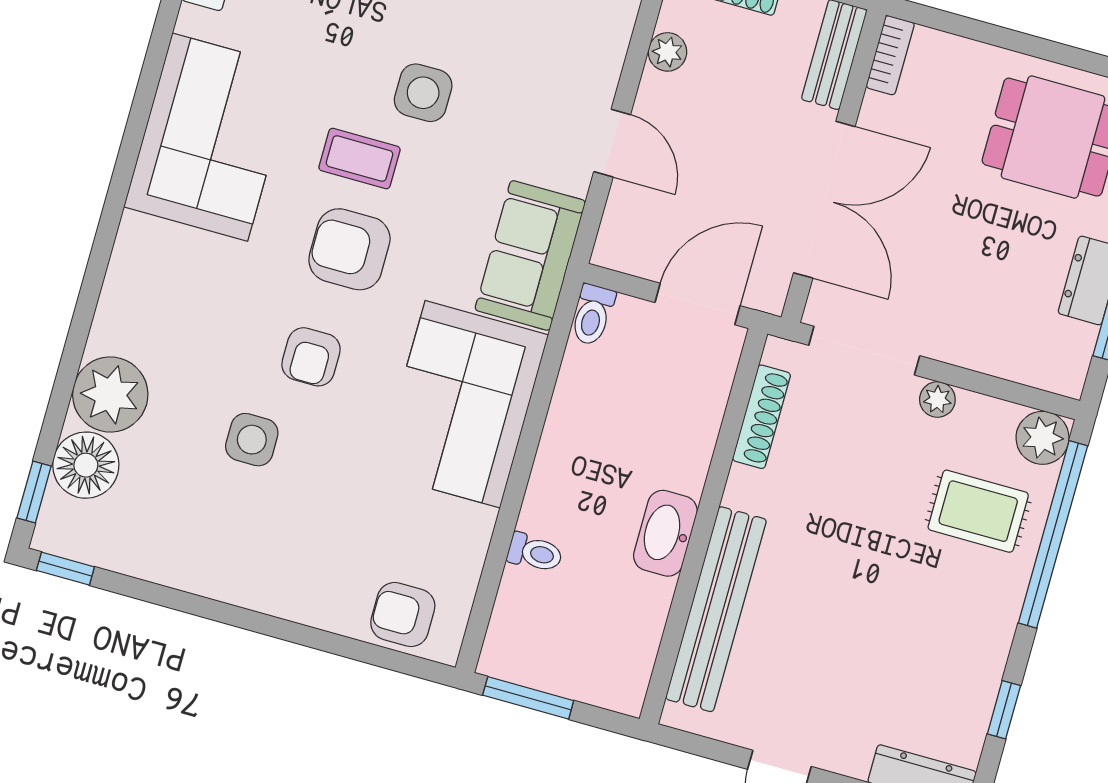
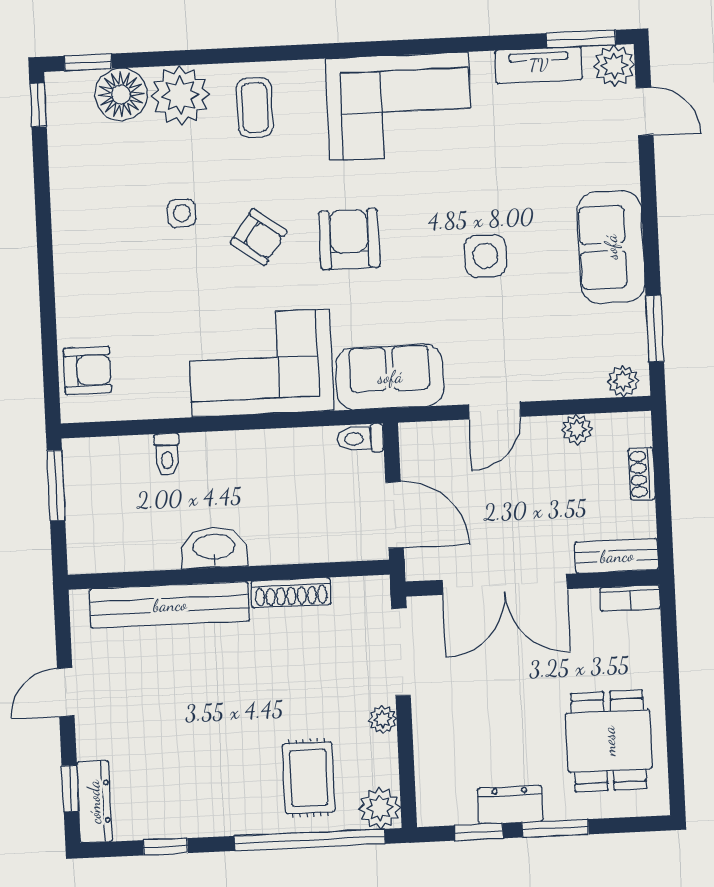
coffee table: (360, 159) -> (255, 107), moved
armchair: (311, 357) -> (259, 237), turned -144
shoe rack: (761, 417) -> (291, 593), moved
side table: (252, 440) -> (182, 213), width x0.73, depth x0.73
armchair: (403, 615) -> (88, 370), turned 90

